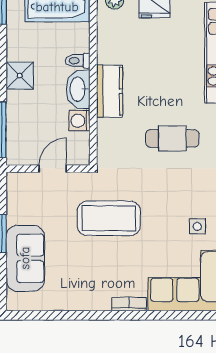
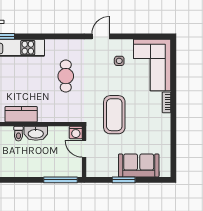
shower: (20, 76) -> (27, 169), removed
kitchen counter: (110, 91) -> (21, 114), moved
washing machine: (80, 121) -> (76, 133), moved

